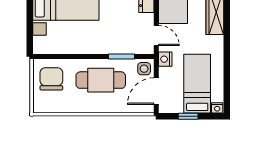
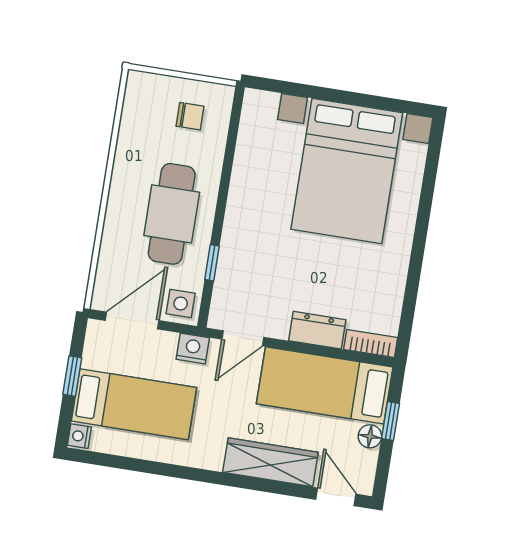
window: (122, 56) -> (212, 263), width x0.67
chair: (51, 79) -> (190, 116), width x0.54, depth x0.54
door: (156, 91) -> (132, 320), hinge flipped

